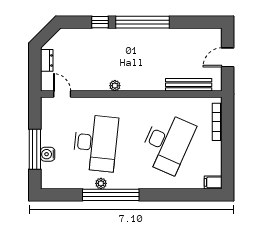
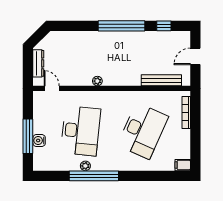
window: (100, 22) -> (164, 26), moved
dresser: (47, 60) -> (38, 63), width x1.44

